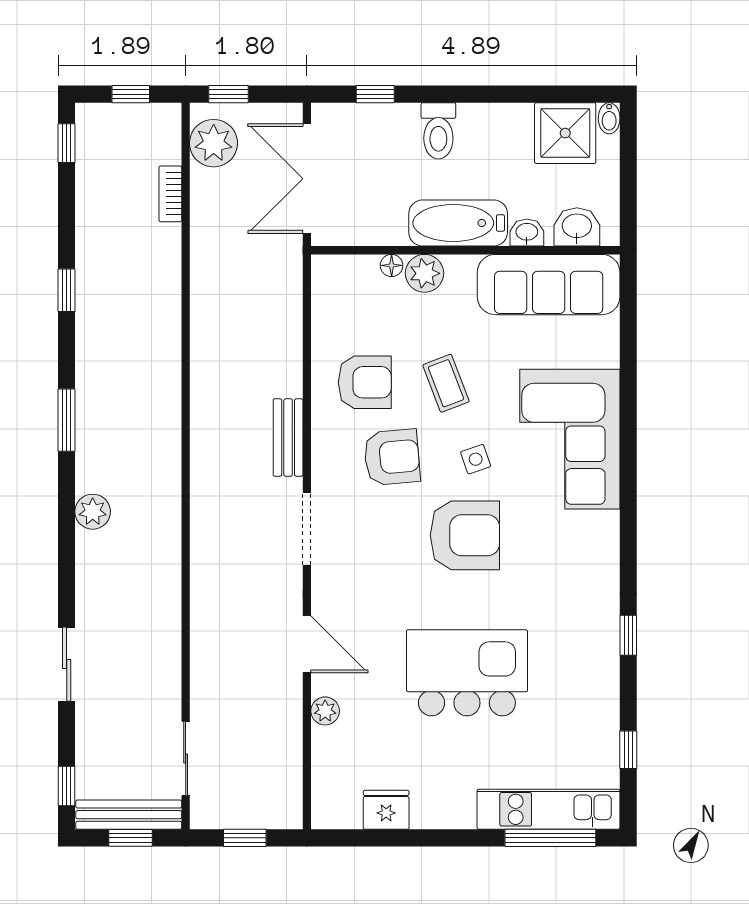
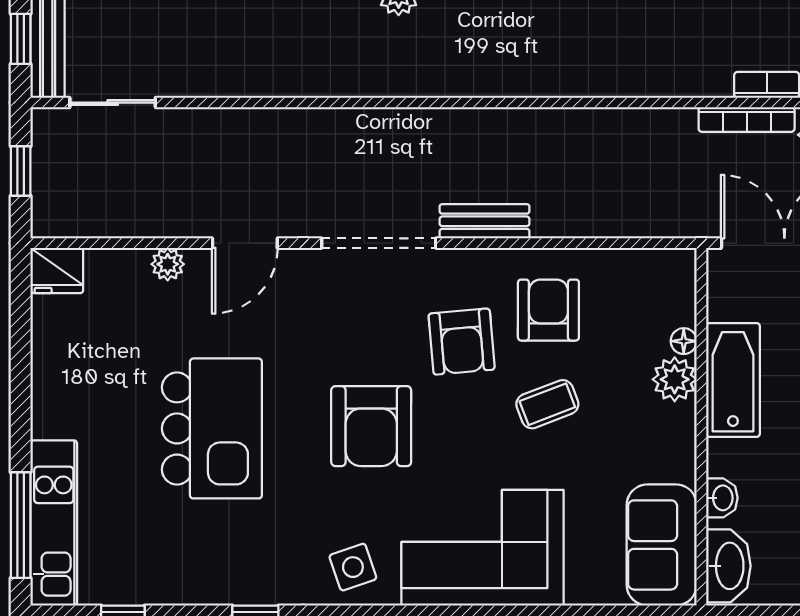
bookcase: (200, 211) -> (747, 120), added
bathtub: (458, 223) -> (733, 380), moved
washbasin: (577, 227) -> (728, 566), width x1.38
sofa: (549, 285) -> (662, 545), width x0.73
armchair: (365, 382) -> (548, 310), turned 180
side table: (476, 459) -> (353, 567), moved, width x1.37, depth x1.37
doorway: (307, 529) -> (379, 243), width x1.36
fridge: (386, 810) -> (57, 271), moved, turned 90

